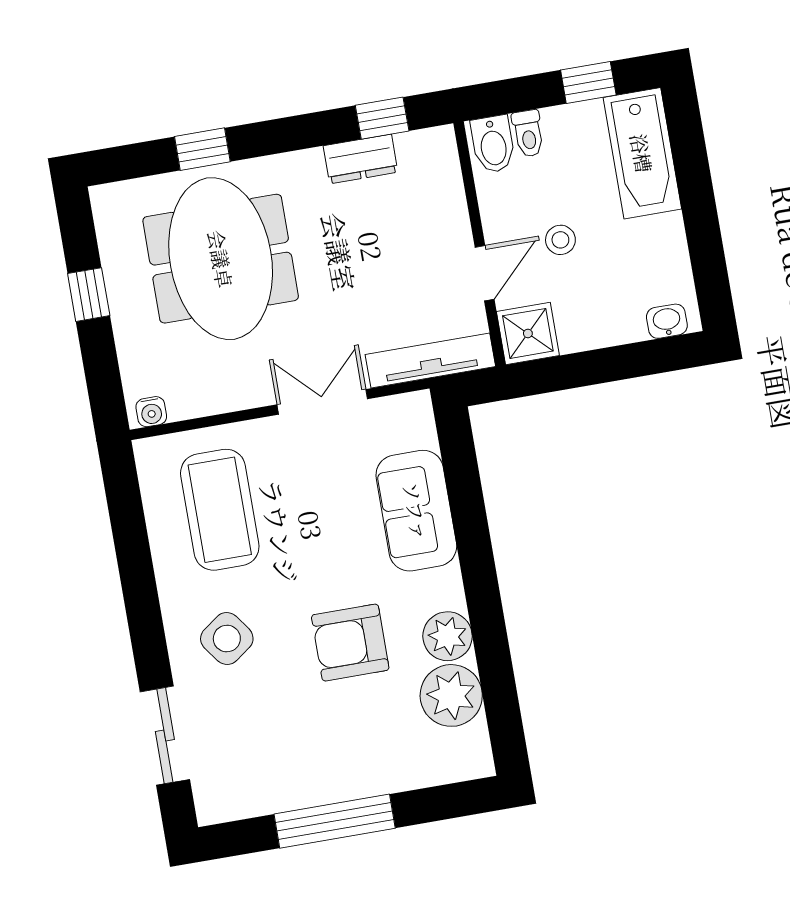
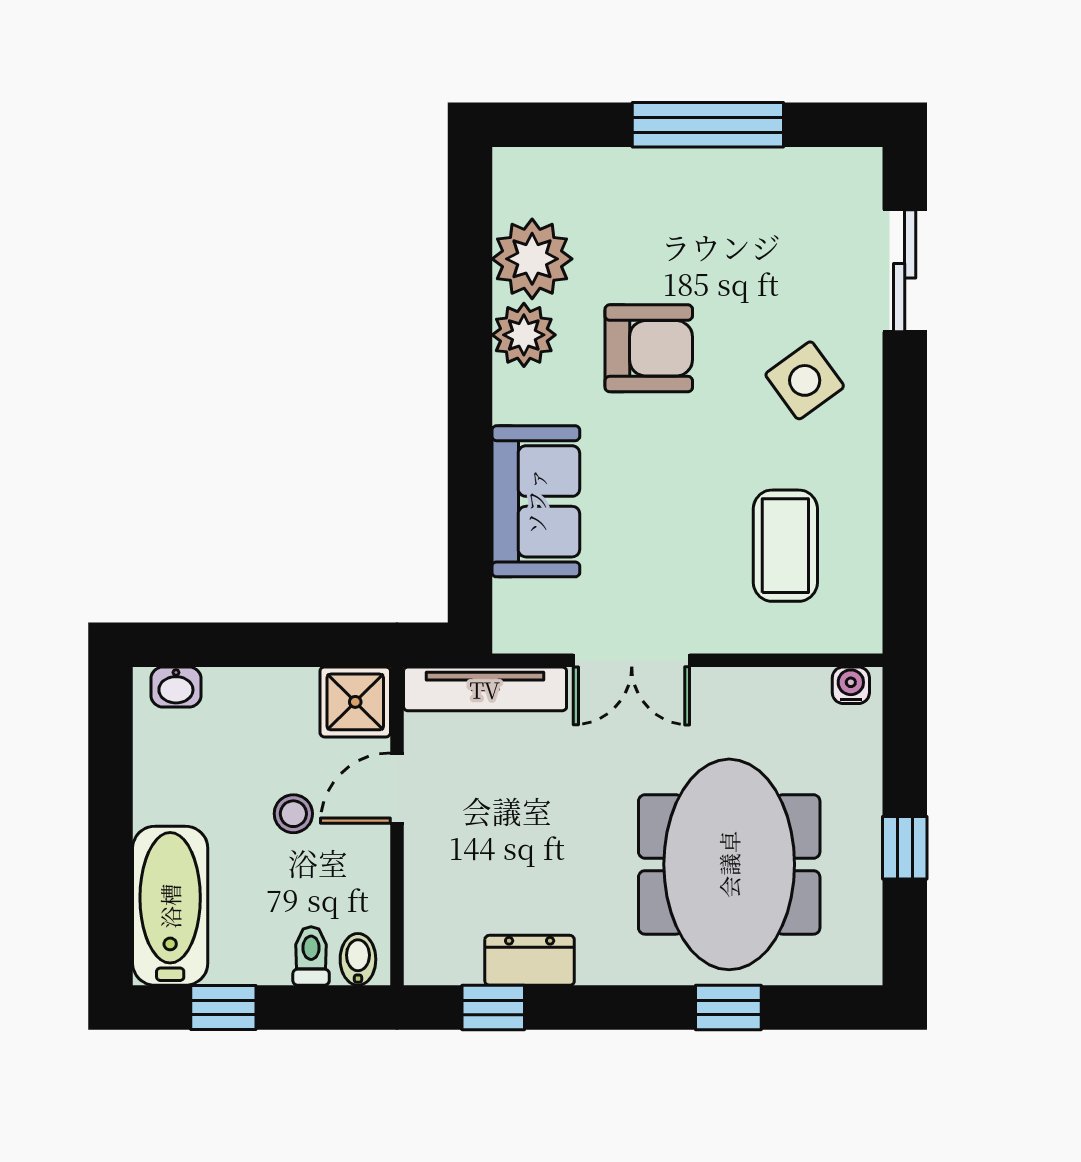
bidet: (493, 144) -> (358, 959), width x0.72, depth x0.74
coffee table: (220, 510) -> (785, 546), width x0.73, depth x0.76

